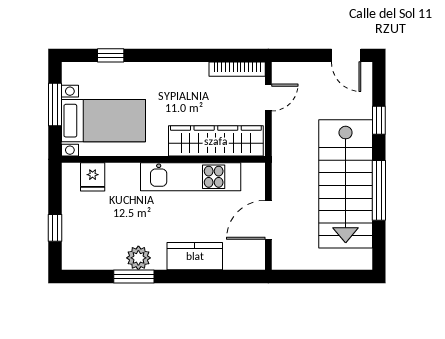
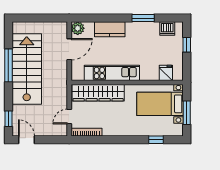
window: (379, 120) -> (8, 119), moved
dishwasher: (90, 257) -> (167, 29), added
plant: (138, 258) -> (78, 28), moved

